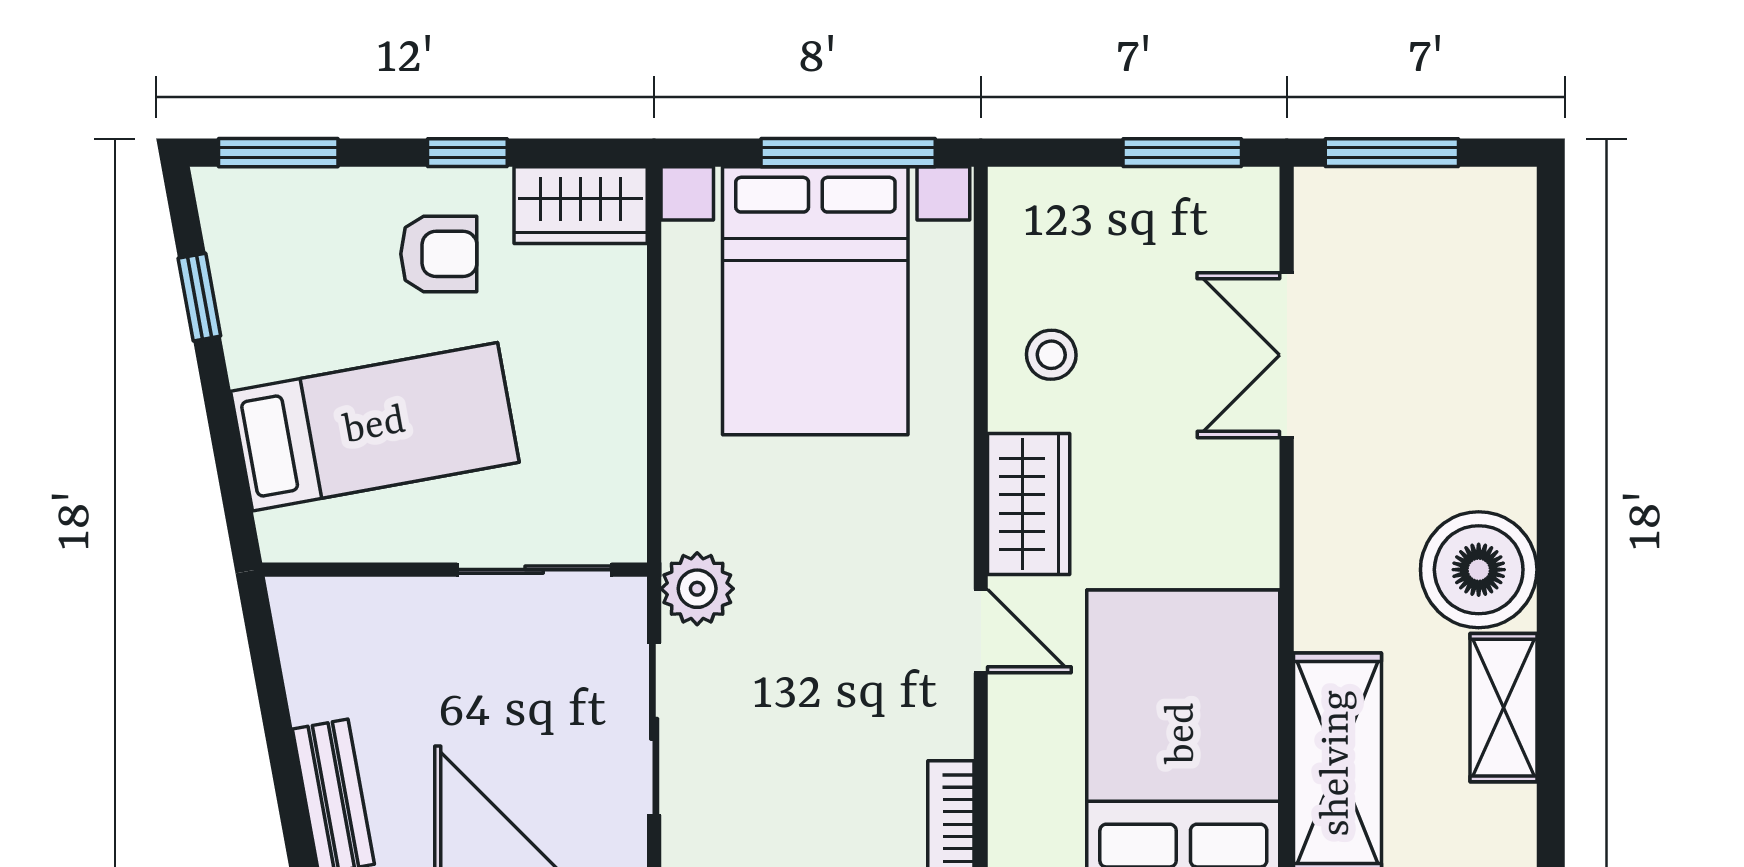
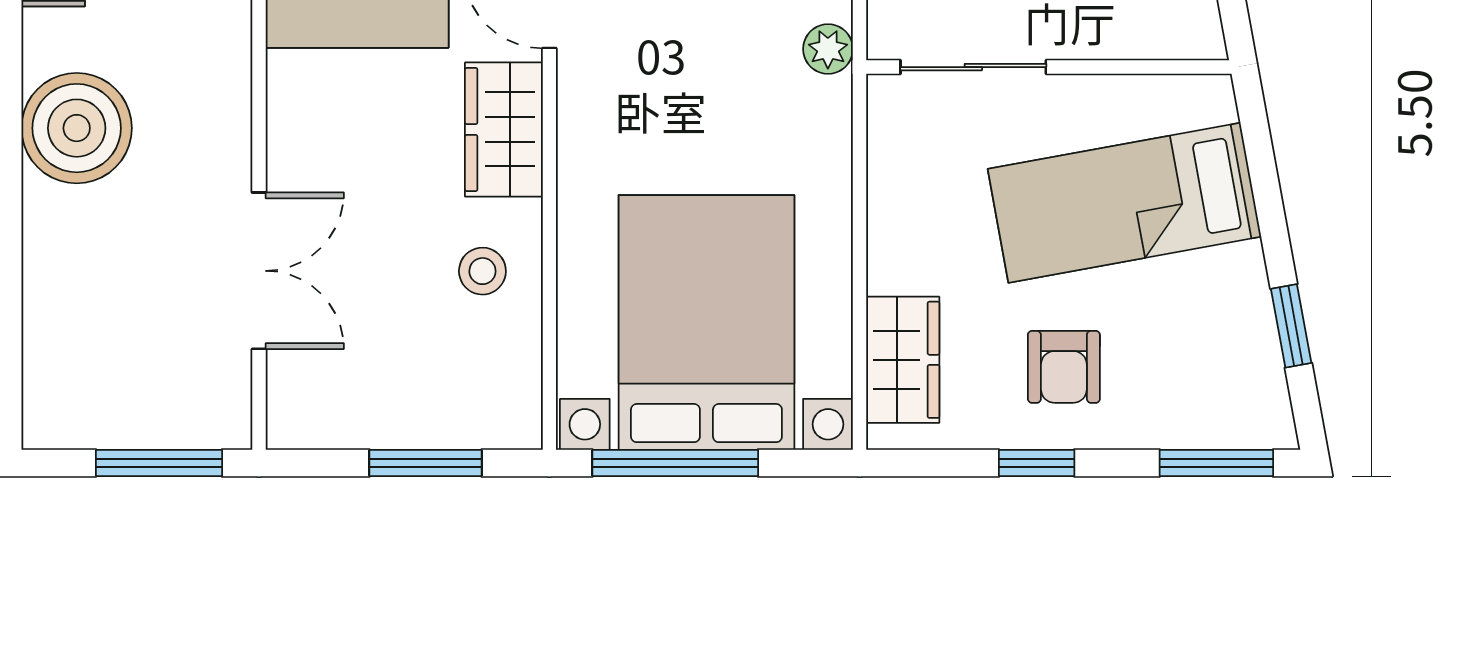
window: (1182, 153) -> (425, 463), moved
wardrobe: (581, 205) -> (903, 360), moved, turned 90
armchair: (439, 254) -> (1064, 367), turned -90
boiler: (1479, 570) -> (77, 128), moved
plant: (697, 589) -> (828, 49), width x0.73, depth x0.73

